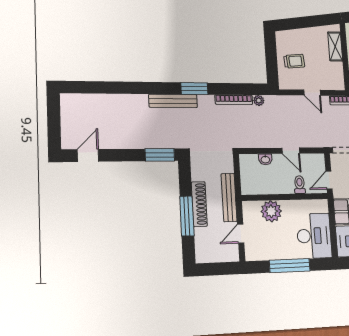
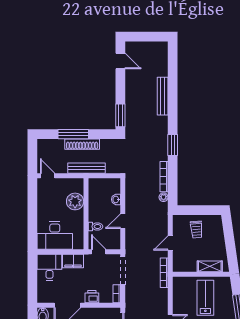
bench: (173, 101) -> (163, 96), moved
door: (241, 234) -> (48, 176), moved
window: (290, 266) -> (32, 214), removed

